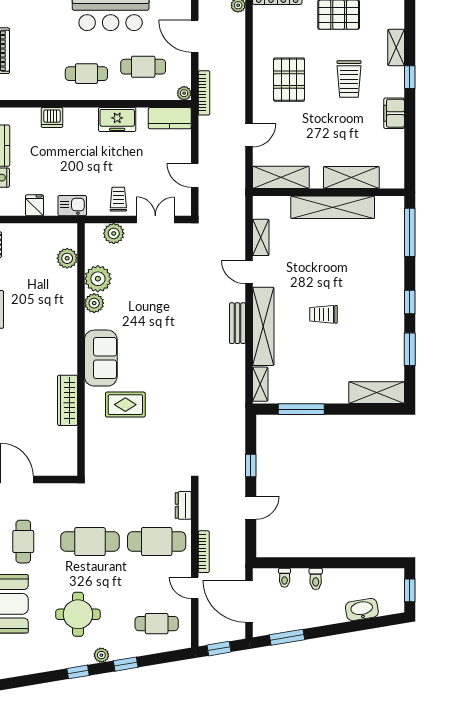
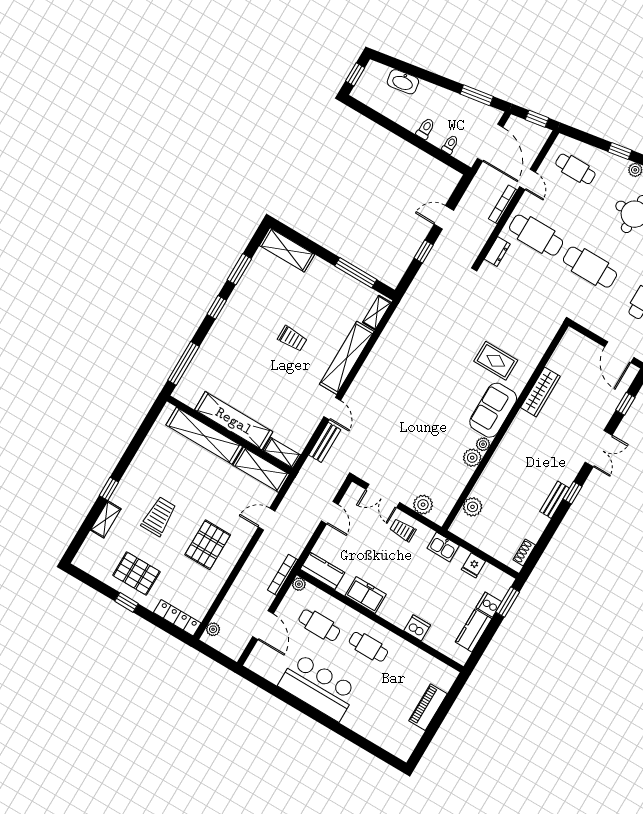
filing cabinet: (394, 113) -> (139, 467), removed
shelving: (351, 178) -> (204, 436), width x1.47
trolley: (118, 199) -> (403, 530), turned 90
shelving: (261, 237) -> (282, 453), moved, turned 90
plant: (98, 279) -> (483, 444), moved, width x0.53, depth x0.53
bench: (237, 323) -> (325, 442), moved

